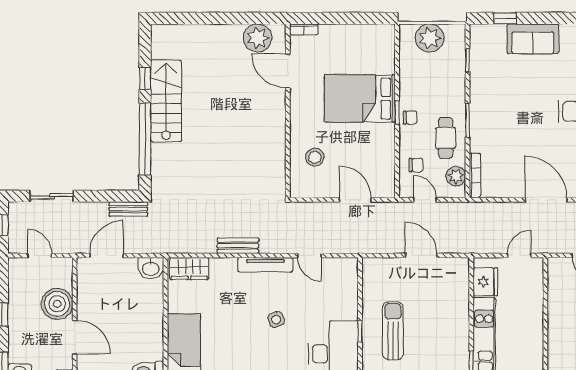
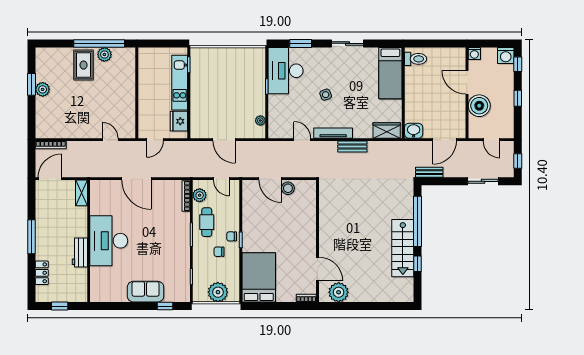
bed: (360, 98) -> (259, 277), moved, turned -90
stool: (315, 157) -> (288, 188), moved
chair: (416, 165) -> (219, 252), moved
plant: (369, 283) -> (260, 120), added
sun lounger: (393, 331) -> (244, 87), removed

